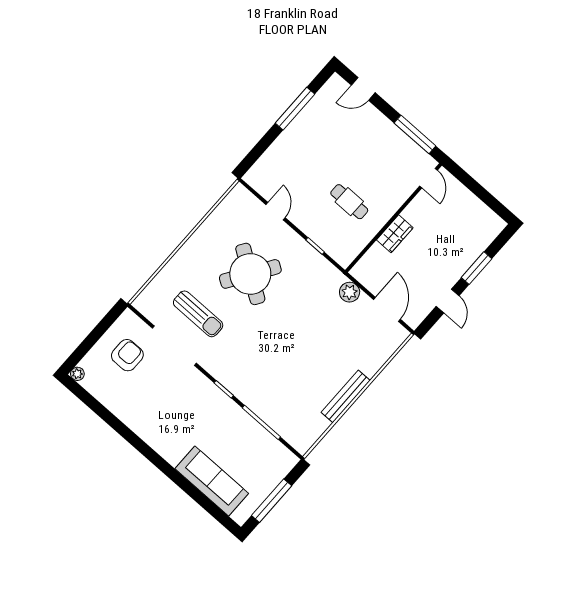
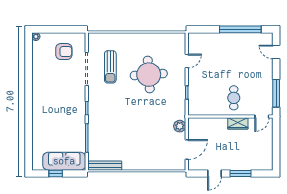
window: (295, 109) -> (240, 29), width x1.46
cafe table: (349, 202) -> (234, 98), moved
wardrobe: (395, 234) -> (238, 123), moved
round table: (250, 274) -> (149, 75), turned -37
bench: (346, 396) -> (105, 166), moved
sofa: (212, 481) -> (64, 161), moved, turned -90
window: (272, 501) -> (56, 173), width x0.46

